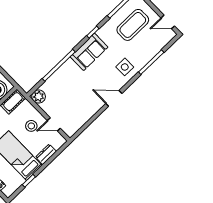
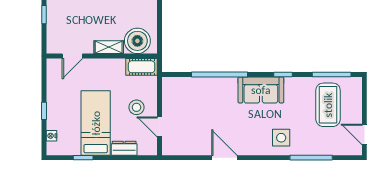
coffee table: (133, 25) -> (328, 105), turned 90
plant: (39, 97) -> (171, 86), removed
door: (114, 98) -> (224, 158), moved

